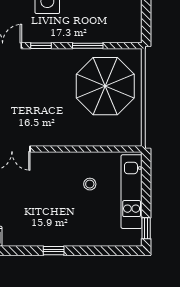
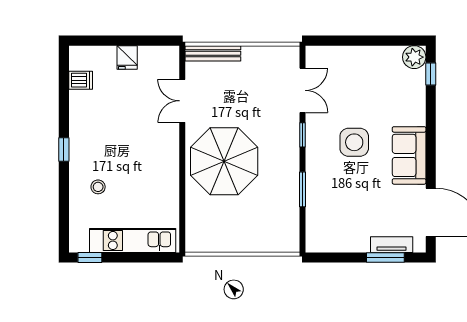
parasol: (105, 86) -> (224, 161), moved
stool: (90, 184) -> (98, 187), moved

